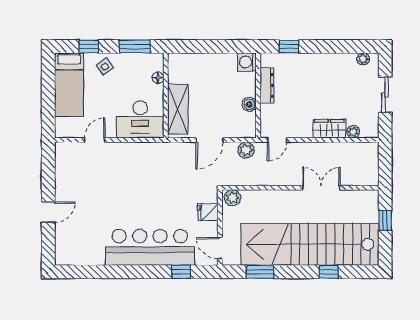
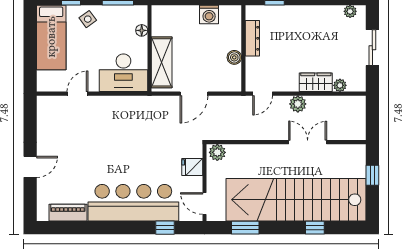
washing machine: (247, 62) -> (209, 14), moved, turned -90
plant: (246, 150) -> (298, 104), moved
piano: (85, 257) -> (68, 213), added

